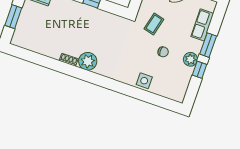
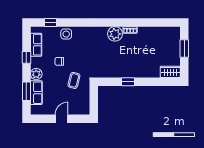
window: (208, 45) -> (26, 91), moved
plant: (190, 59) -> (36, 74), moved
row of seats: (183, 80) -> (36, 45), added
window: (158, 100) -> (50, 22), added

